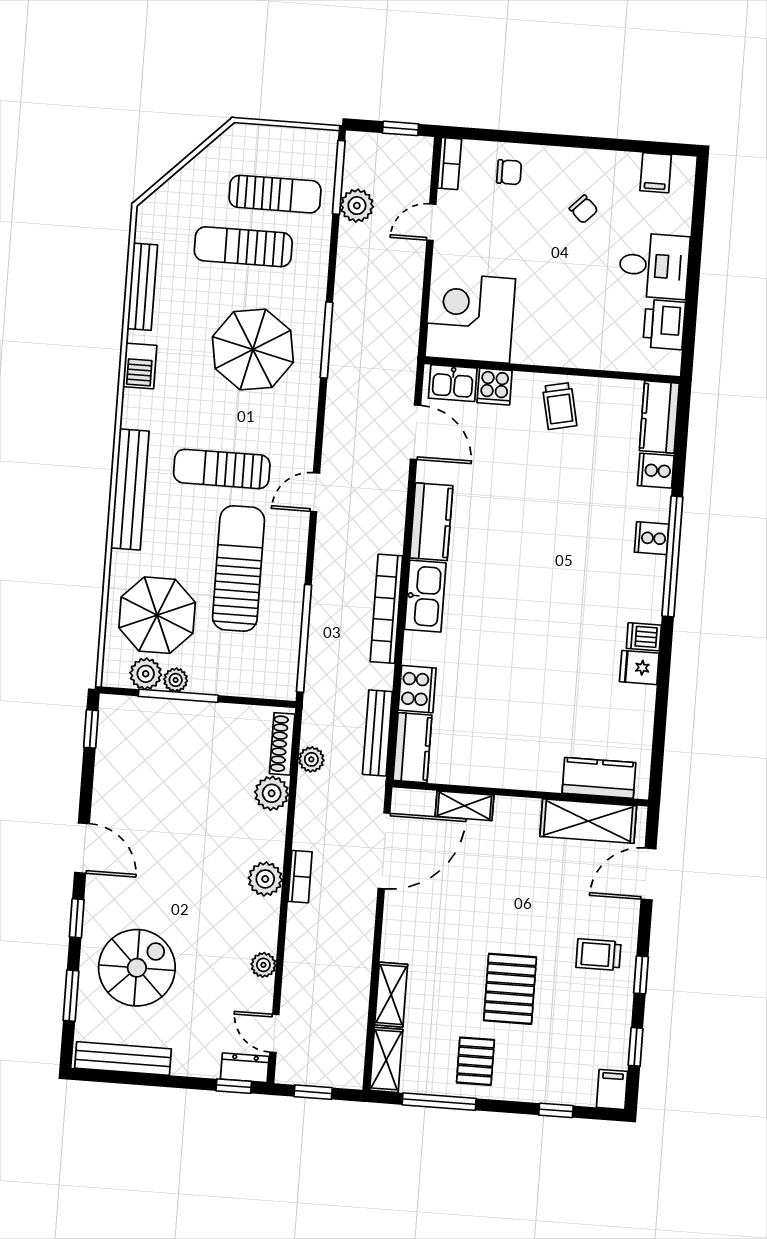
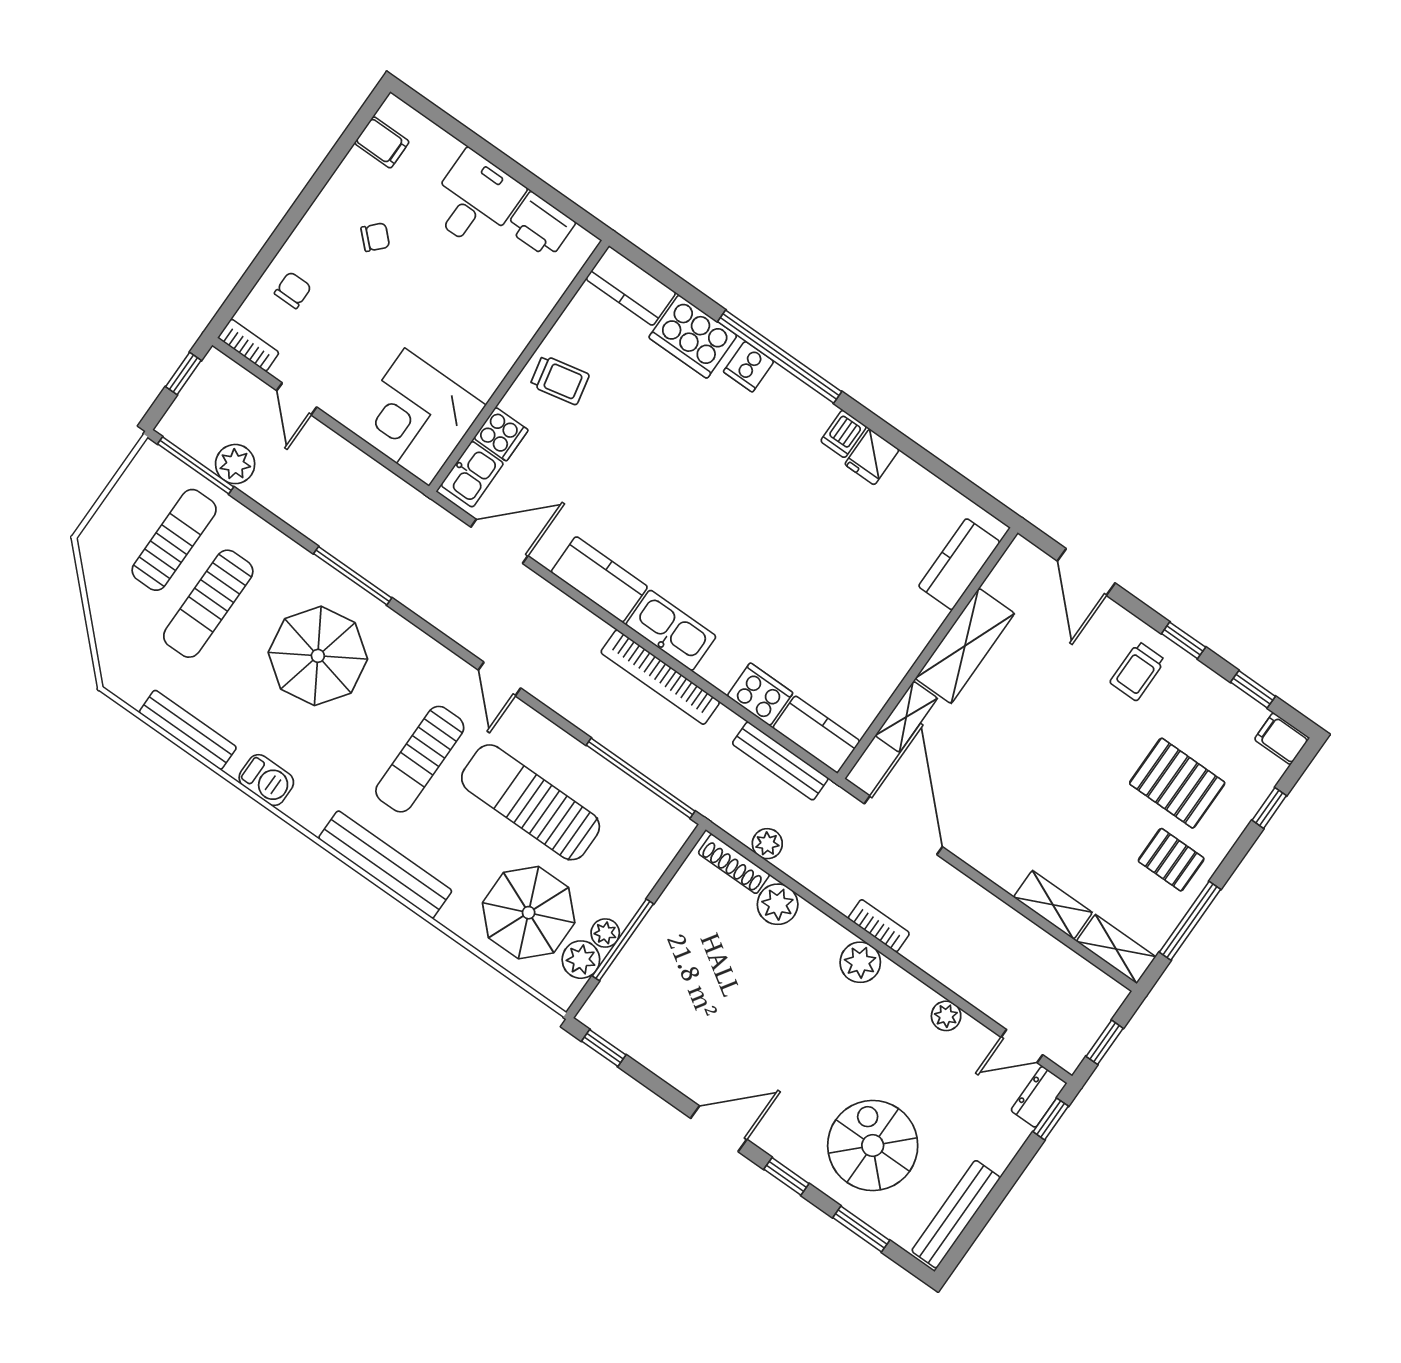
cooker: (656, 471) -> (693, 337), width x1.87, depth x1.31
shelving: (588, 821) -> (965, 646), moved
pallet: (510, 989) -> (1177, 783), moved

